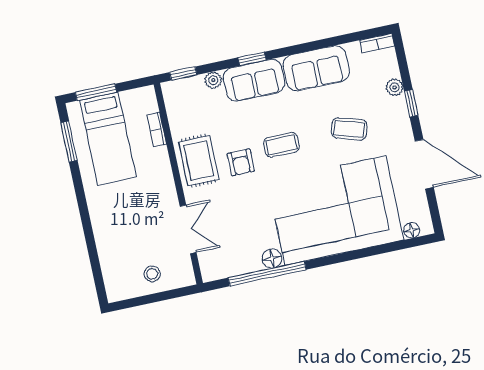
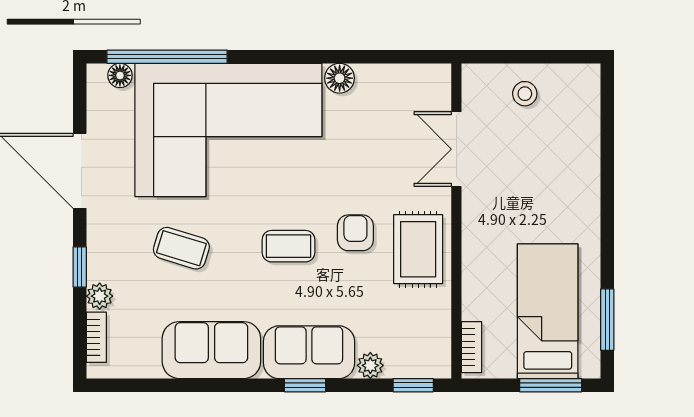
bookcase: (377, 43) -> (96, 337), moved, turned 90
bookcase: (157, 130) -> (471, 347), moved
window: (267, 274) -> (167, 57), moved

